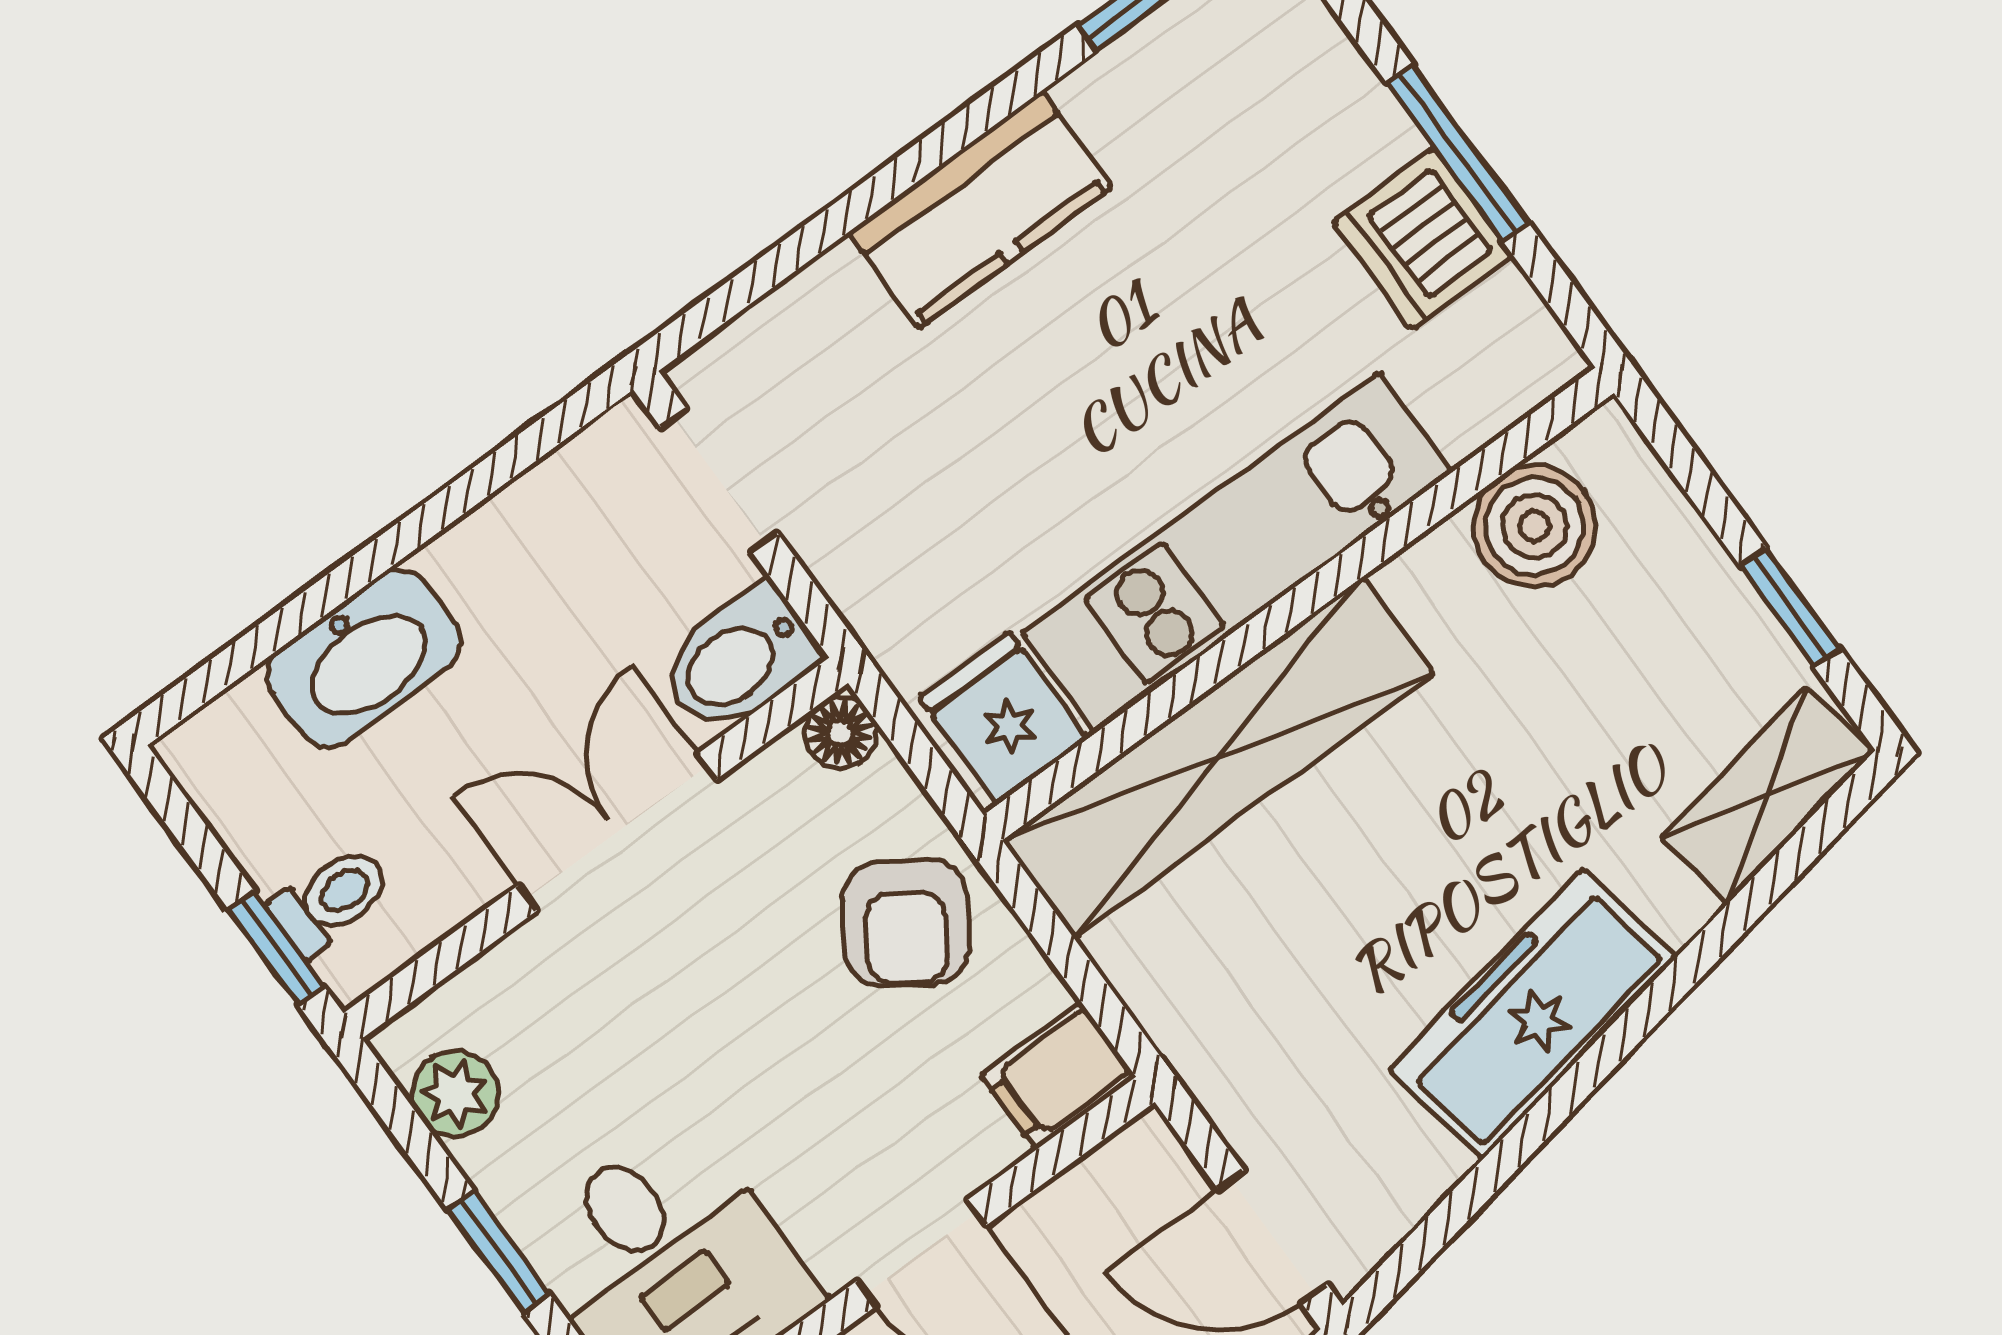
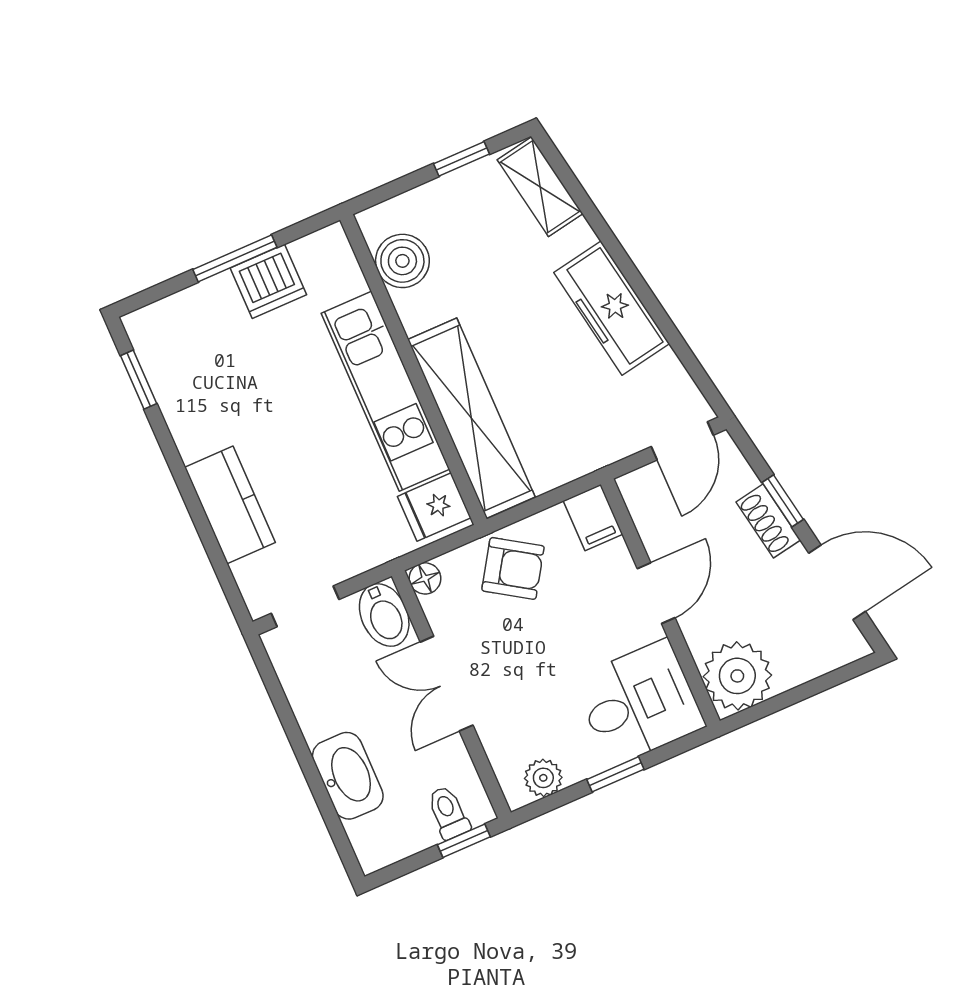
kitchen counter: (980, 210) -> (230, 505), moved

